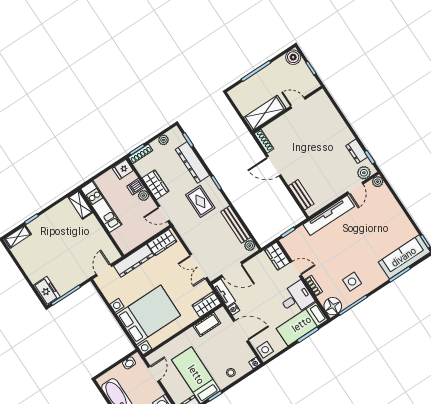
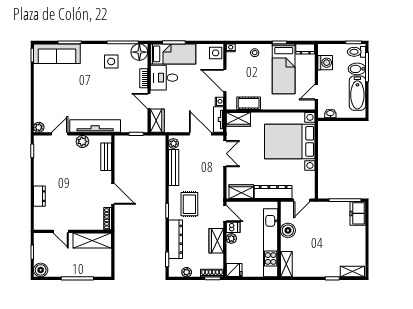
dresser: (357, 151) -> (39, 196), moved
plant: (364, 173) -> (82, 141), moved
dishwasher: (136, 187) -> (233, 227), moved
kitchen unit: (101, 207) -> (271, 243), width x1.36
boiler: (98, 235) -> (288, 230), added

